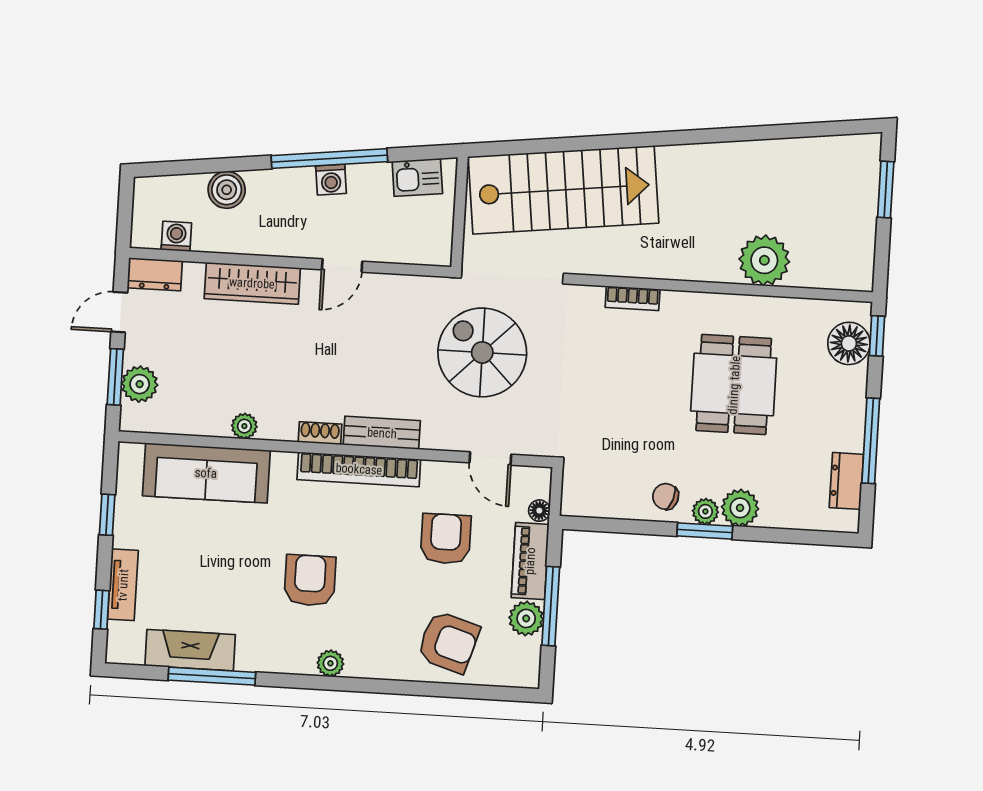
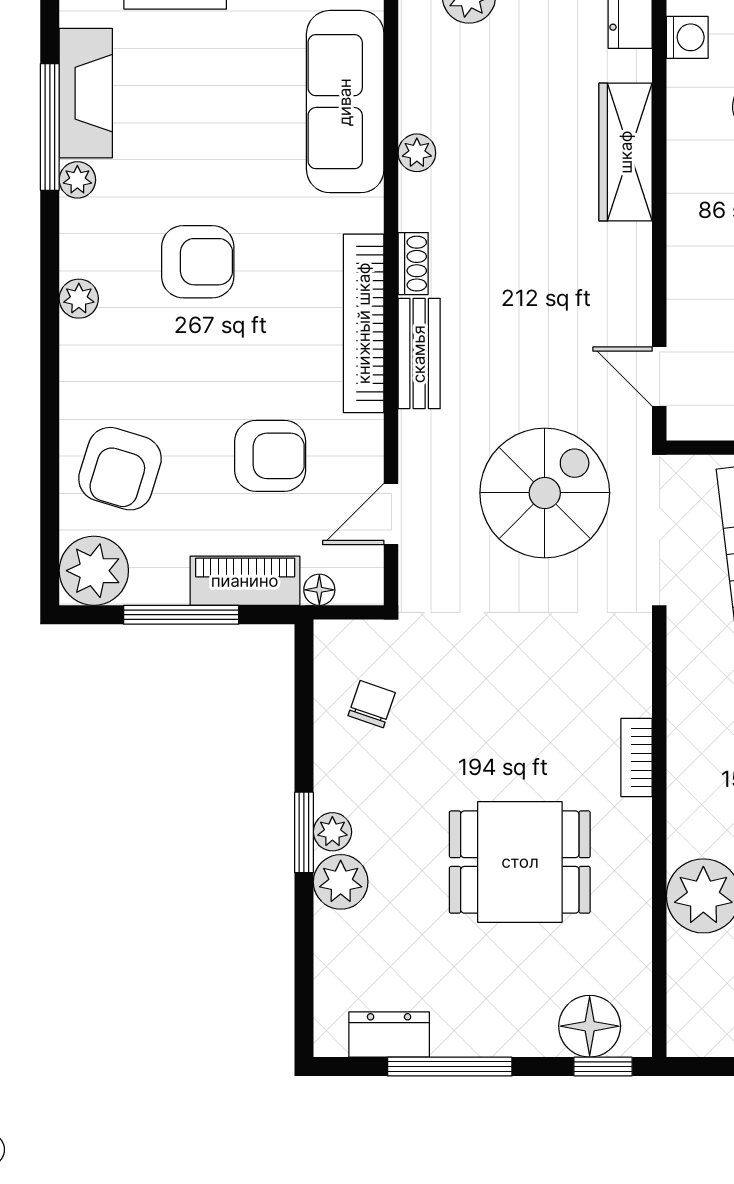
door: (342, 265) -> (659, 377), moved
bookcase: (633, 298) -> (637, 758), moved
chair: (666, 496) -> (372, 704), moved
plant: (526, 618) -> (94, 571), moved, width x1.36, depth x1.36
plant: (249, 659) -> (77, 180), added

